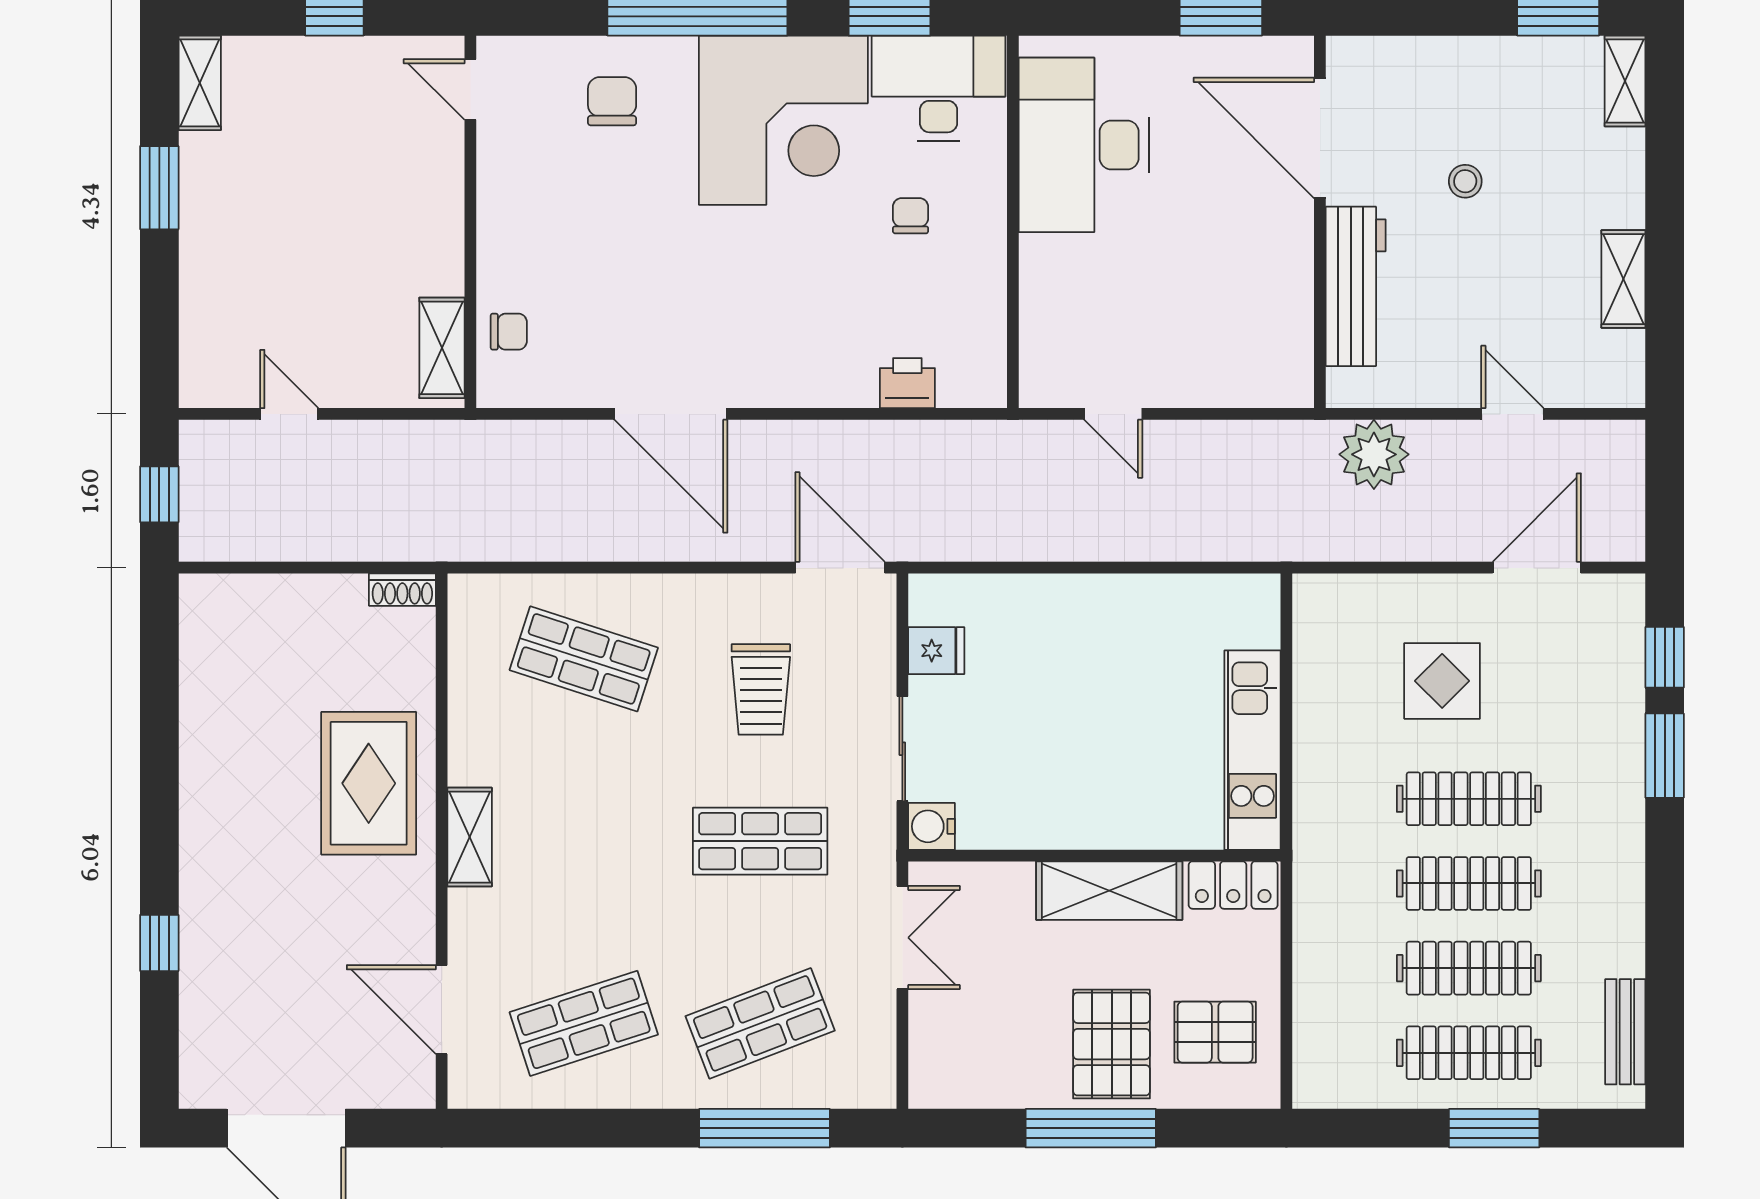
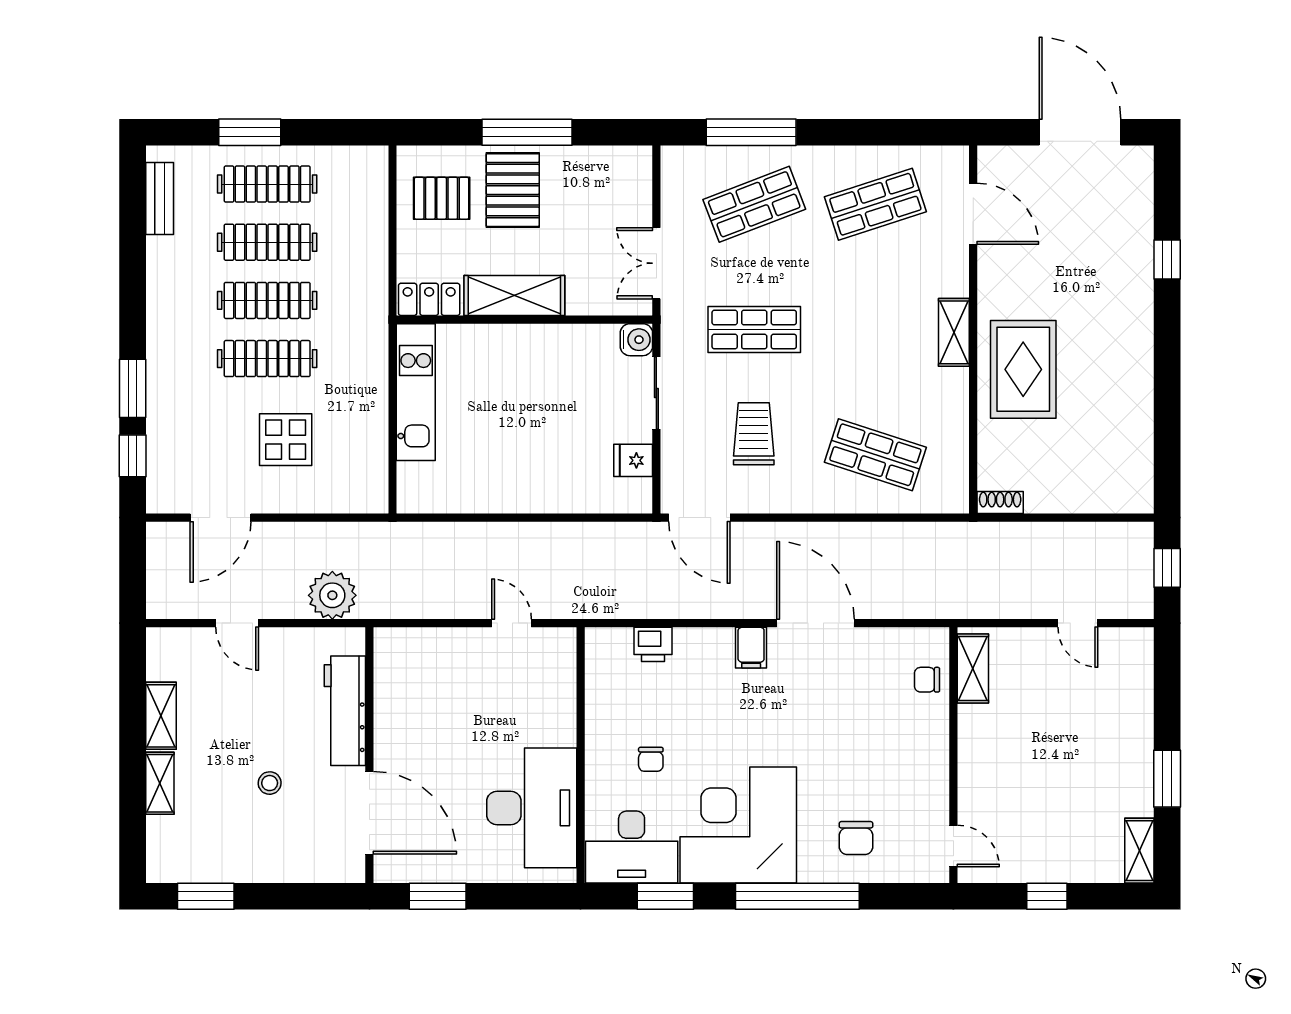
shelving: (1625, 81) -> (160, 783), moved
filing cabinet: (765, 378) -> (751, 648), added

